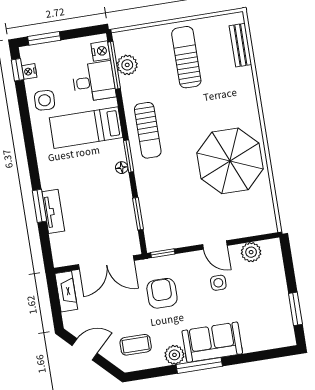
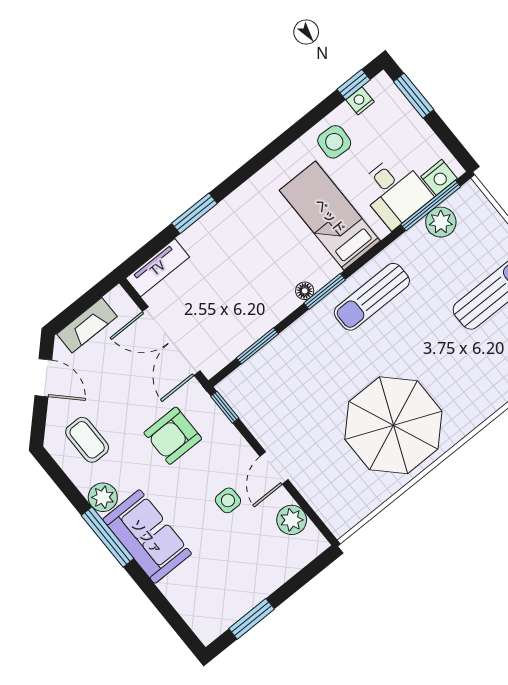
tv unit: (53, 211) -> (158, 268), moved
fireplace: (66, 291) -> (87, 325), moved
armchair: (162, 293) -> (173, 436), turned 180

